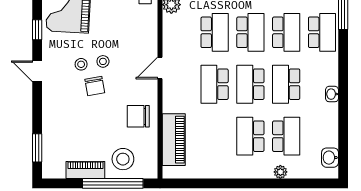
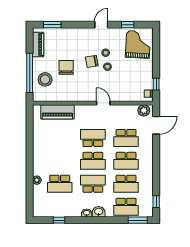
school desk: (250, 84) -> (93, 161), turned 180
chair: (138, 116) -> (66, 67), moved
school desk: (250, 136) -> (60, 161), removed
window: (343, 137) -> (59, 220), added
washbasin: (330, 158) -> (99, 212), moved
piano: (85, 170) -> (38, 45), moved

